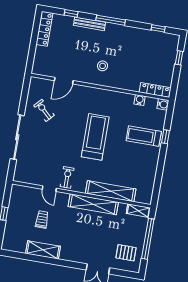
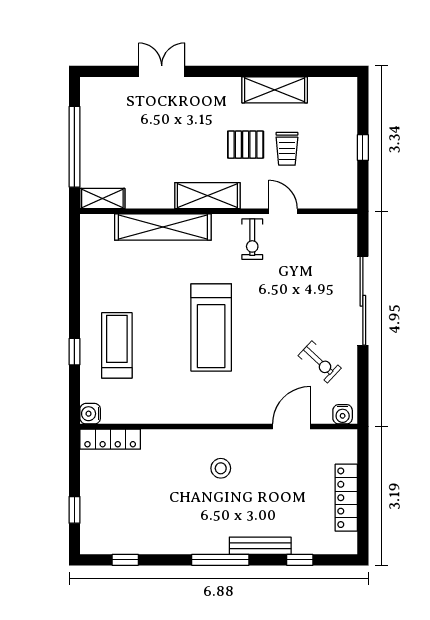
locker: (44, 29) -> (346, 498), moved
water cooler: (140, 100) -> (343, 414), moved
treadmill: (144, 136) -> (117, 345), turned -90
shelving: (93, 204) -> (207, 196), width x0.68
pallet: (126, 253) -> (246, 145), moved

